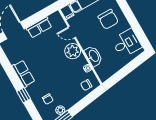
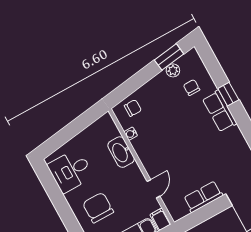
door: (72, 32) -> (154, 189), hinge flipped
plant: (73, 51) -> (153, 160), removed
row of seats: (23, 74) -> (220, 111), moved

